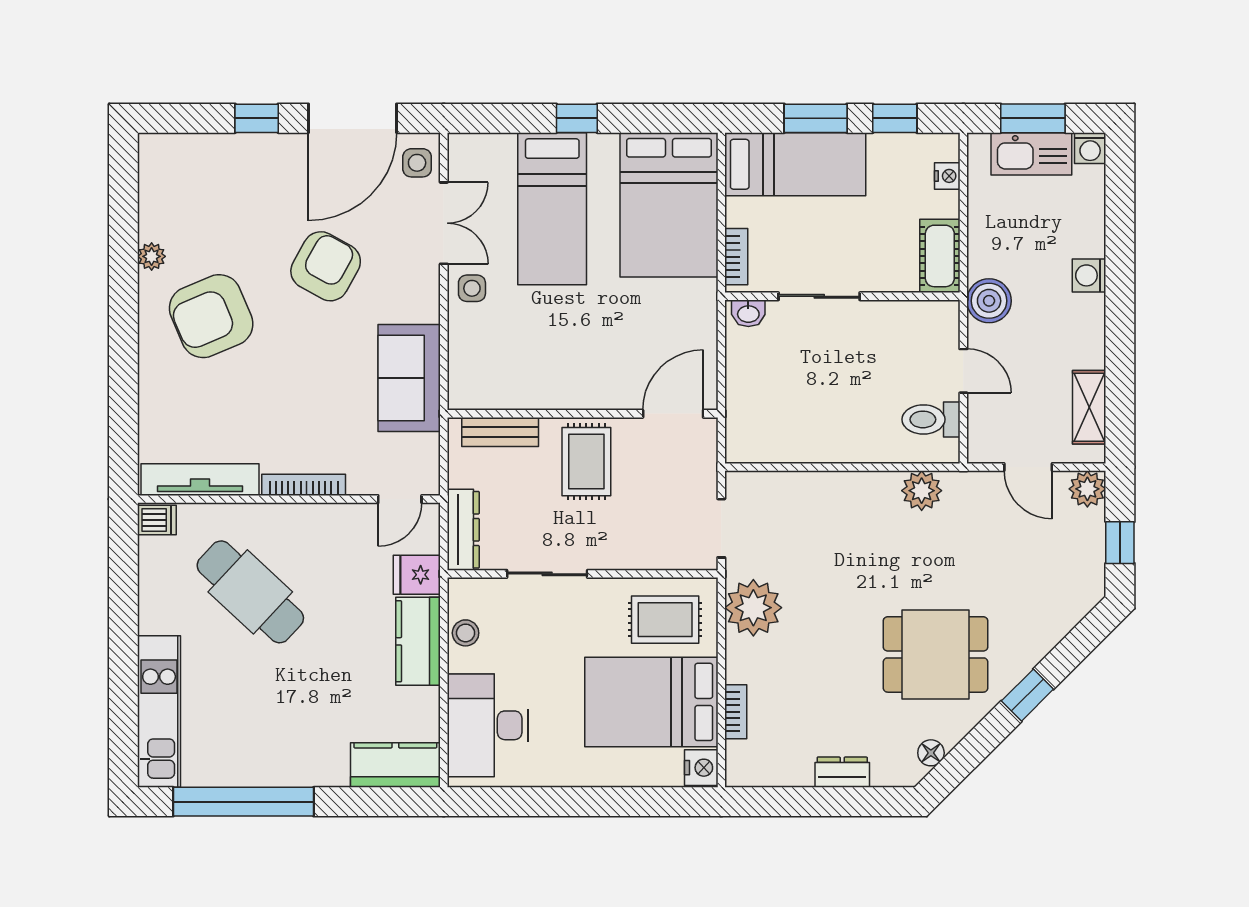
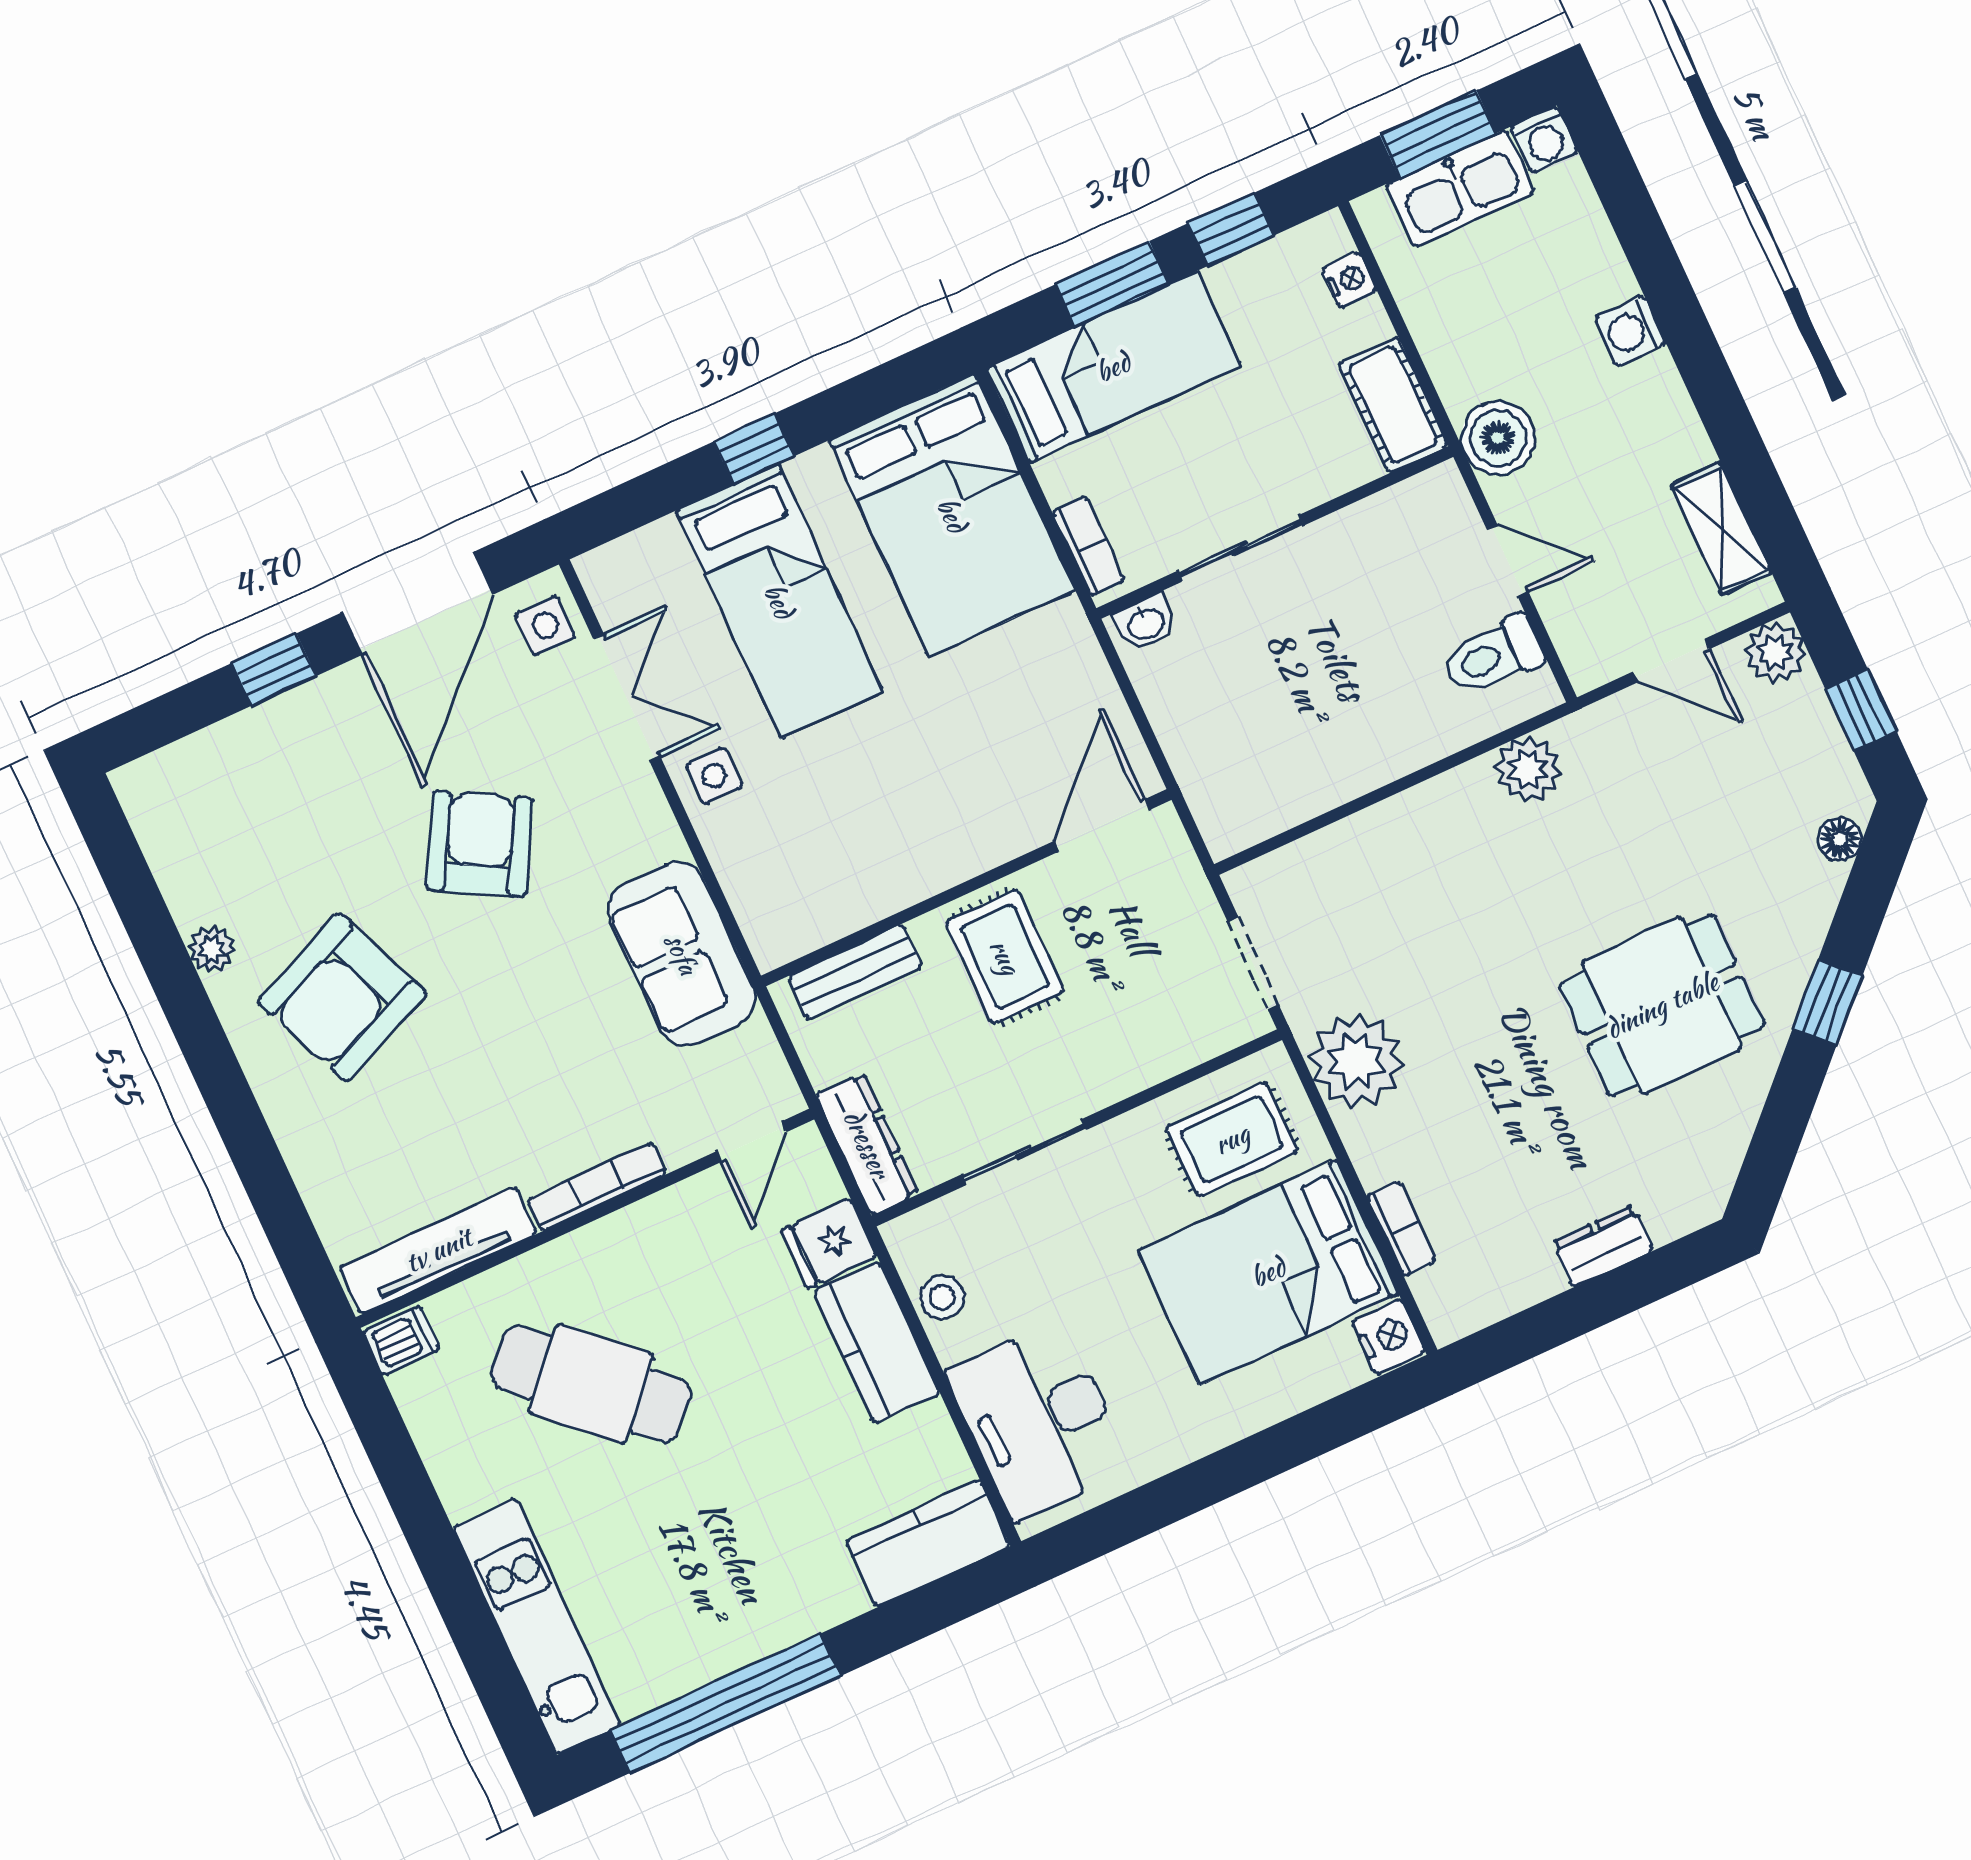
floor lamp: (931, 753) -> (1840, 839), moved

